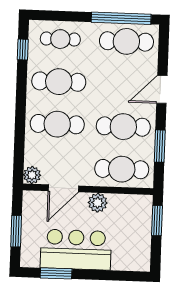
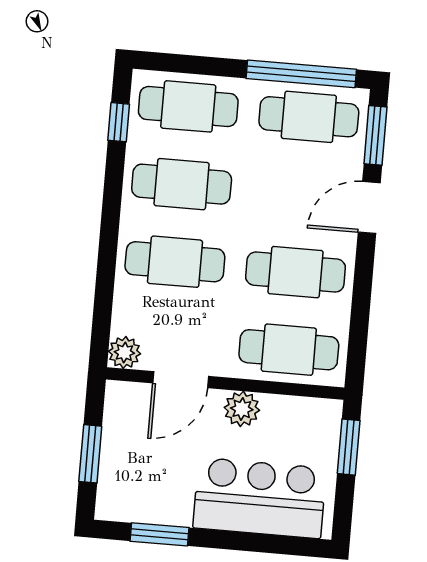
cafe table: (60, 39) -> (188, 106), width x1.37, depth x1.35
window: (160, 146) -> (375, 135), moved
bar counter: (76, 250) -> (260, 498), moved

